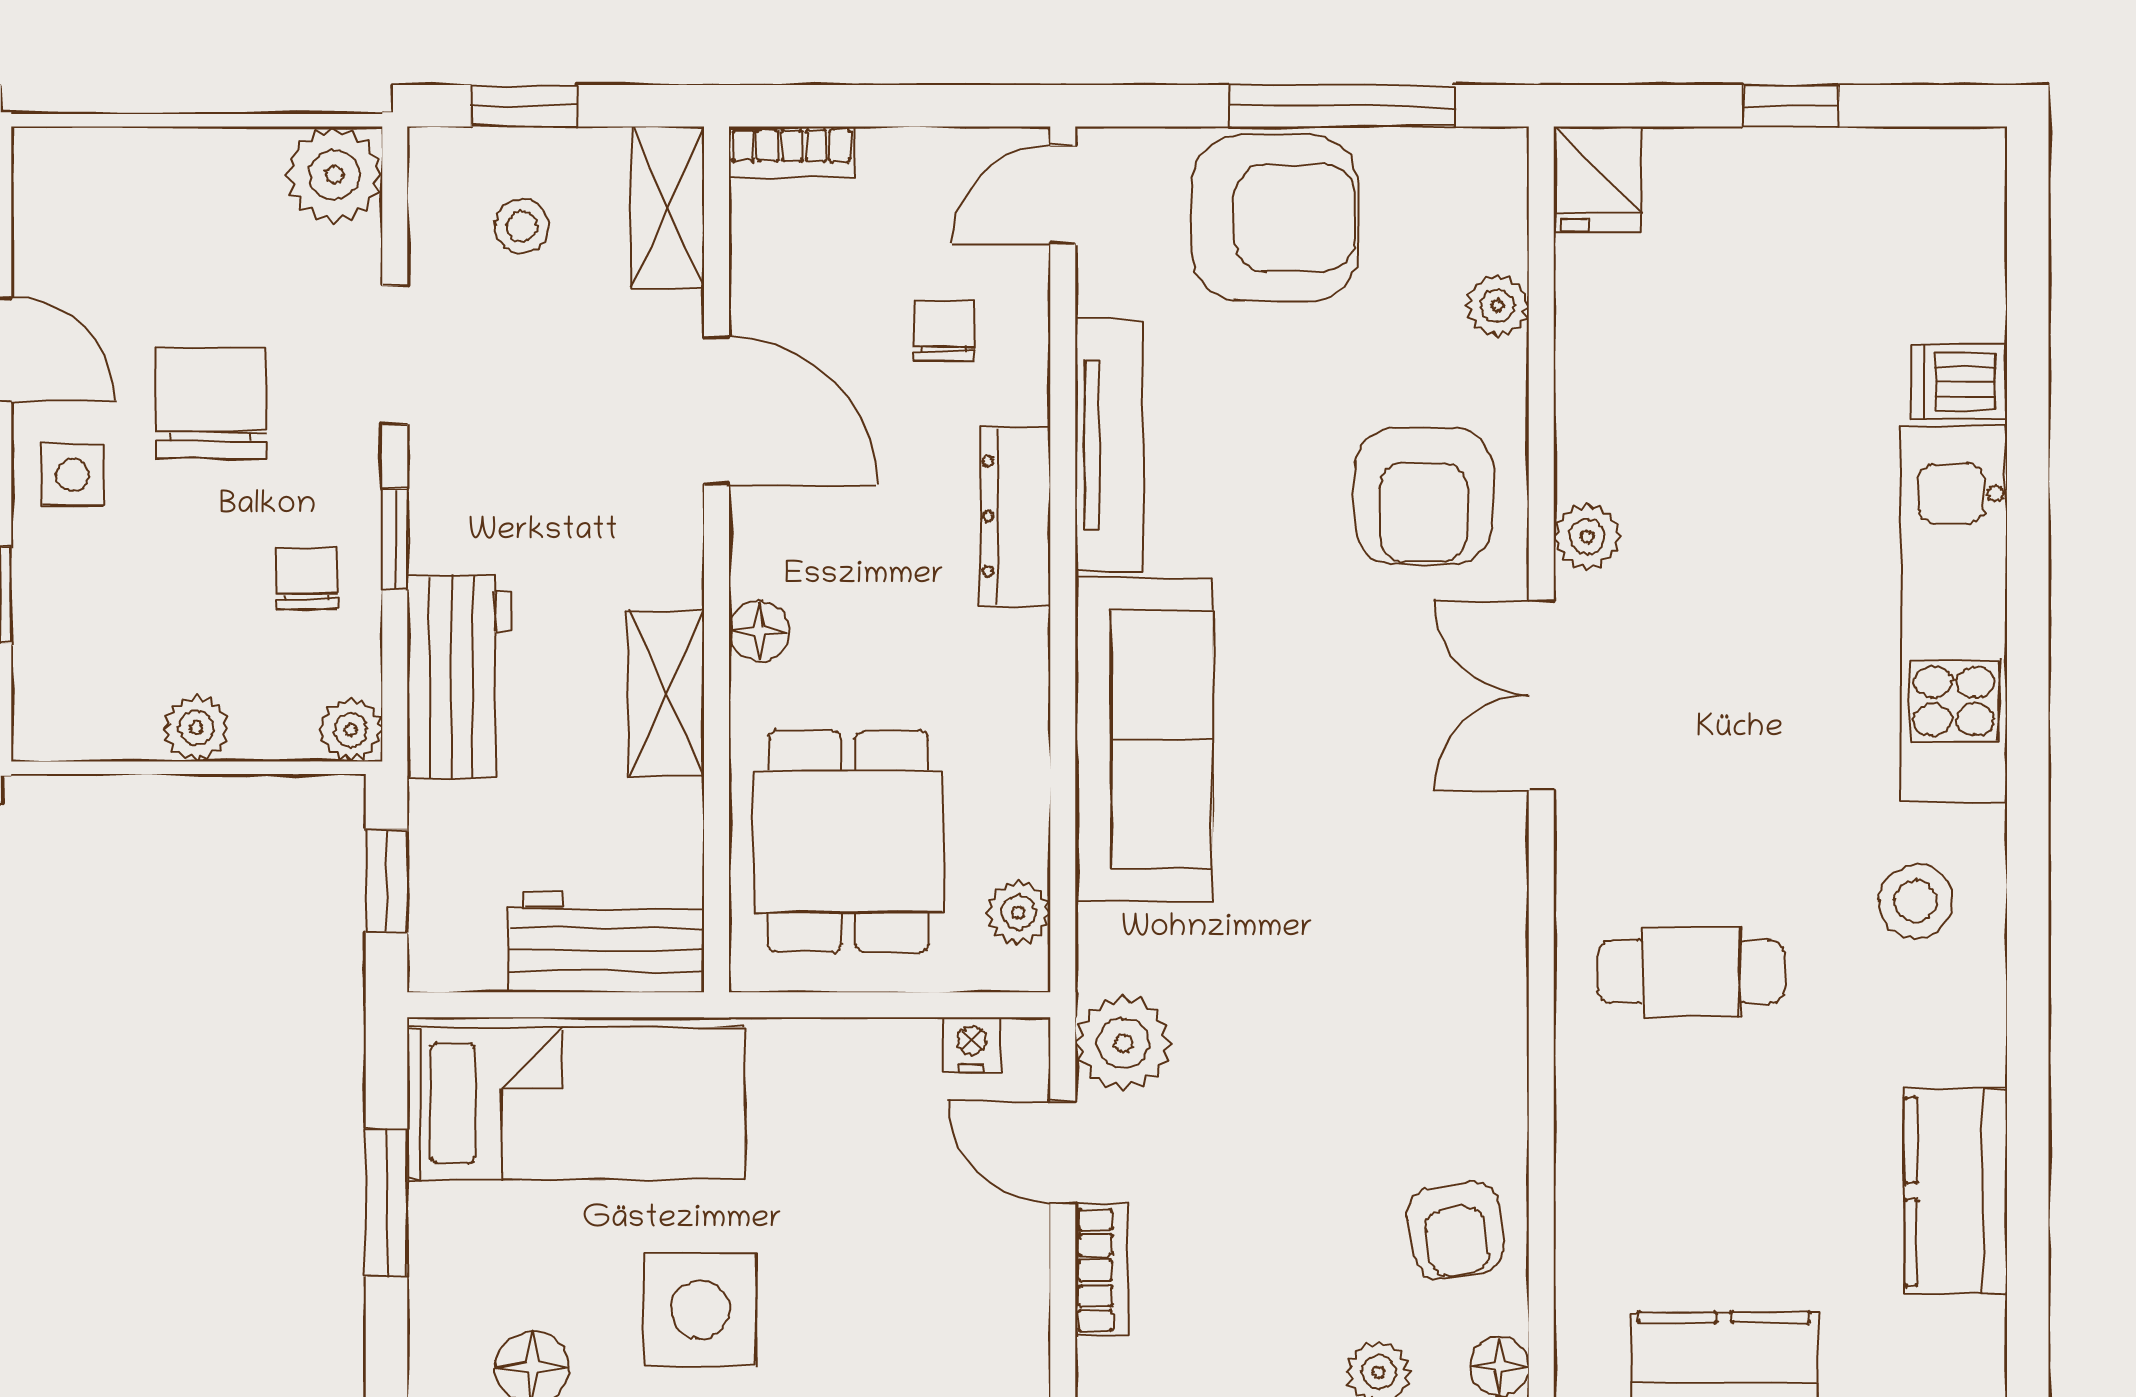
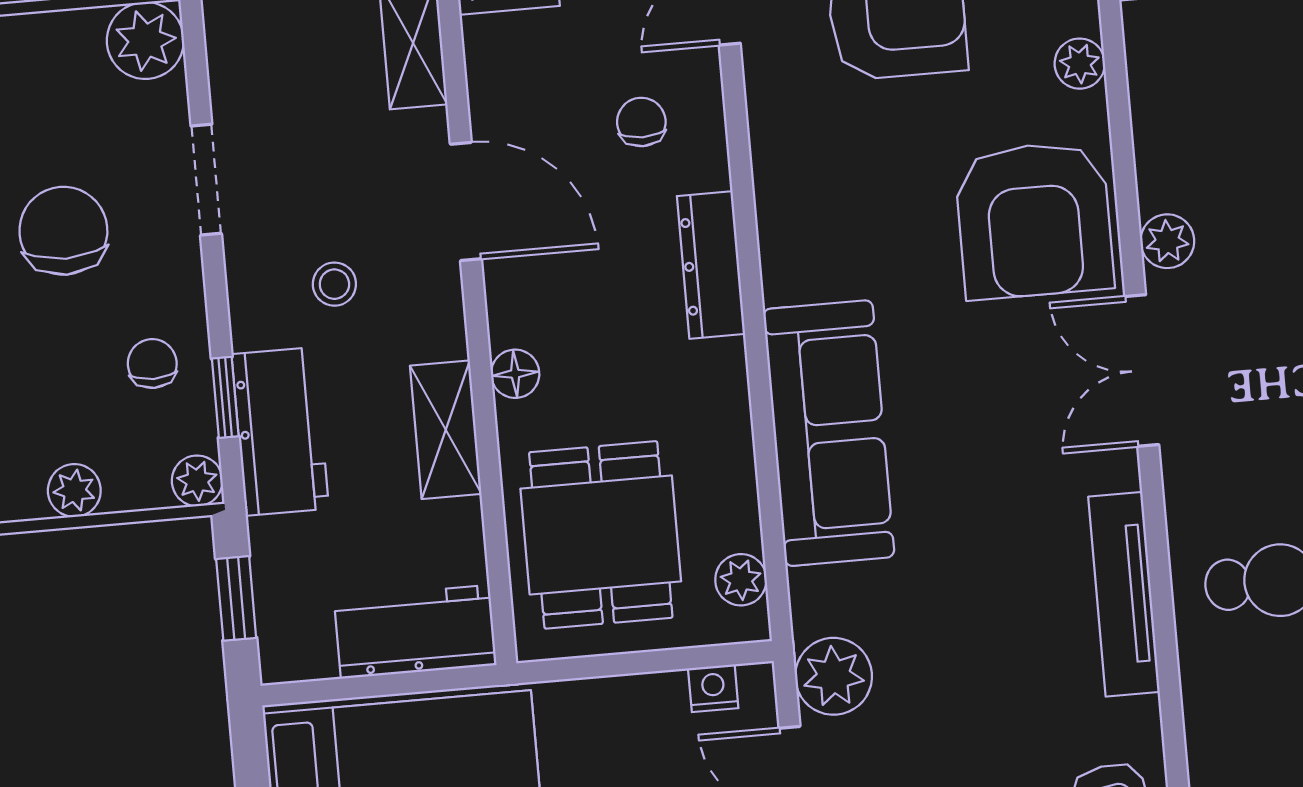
stool: (522, 226) -> (334, 284), moved
tv unit: (1109, 445) -> (1124, 594), moved, turned 180
armchair: (1423, 496) -> (1034, 220), width x1.36, depth x1.36
window: (395, 540) -> (225, 397), moved

